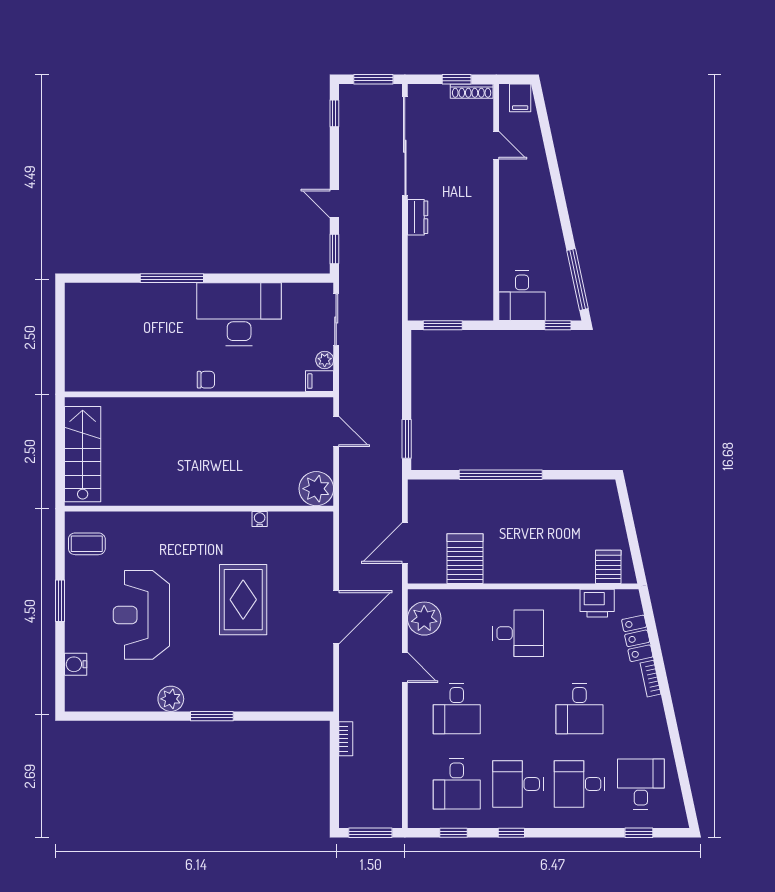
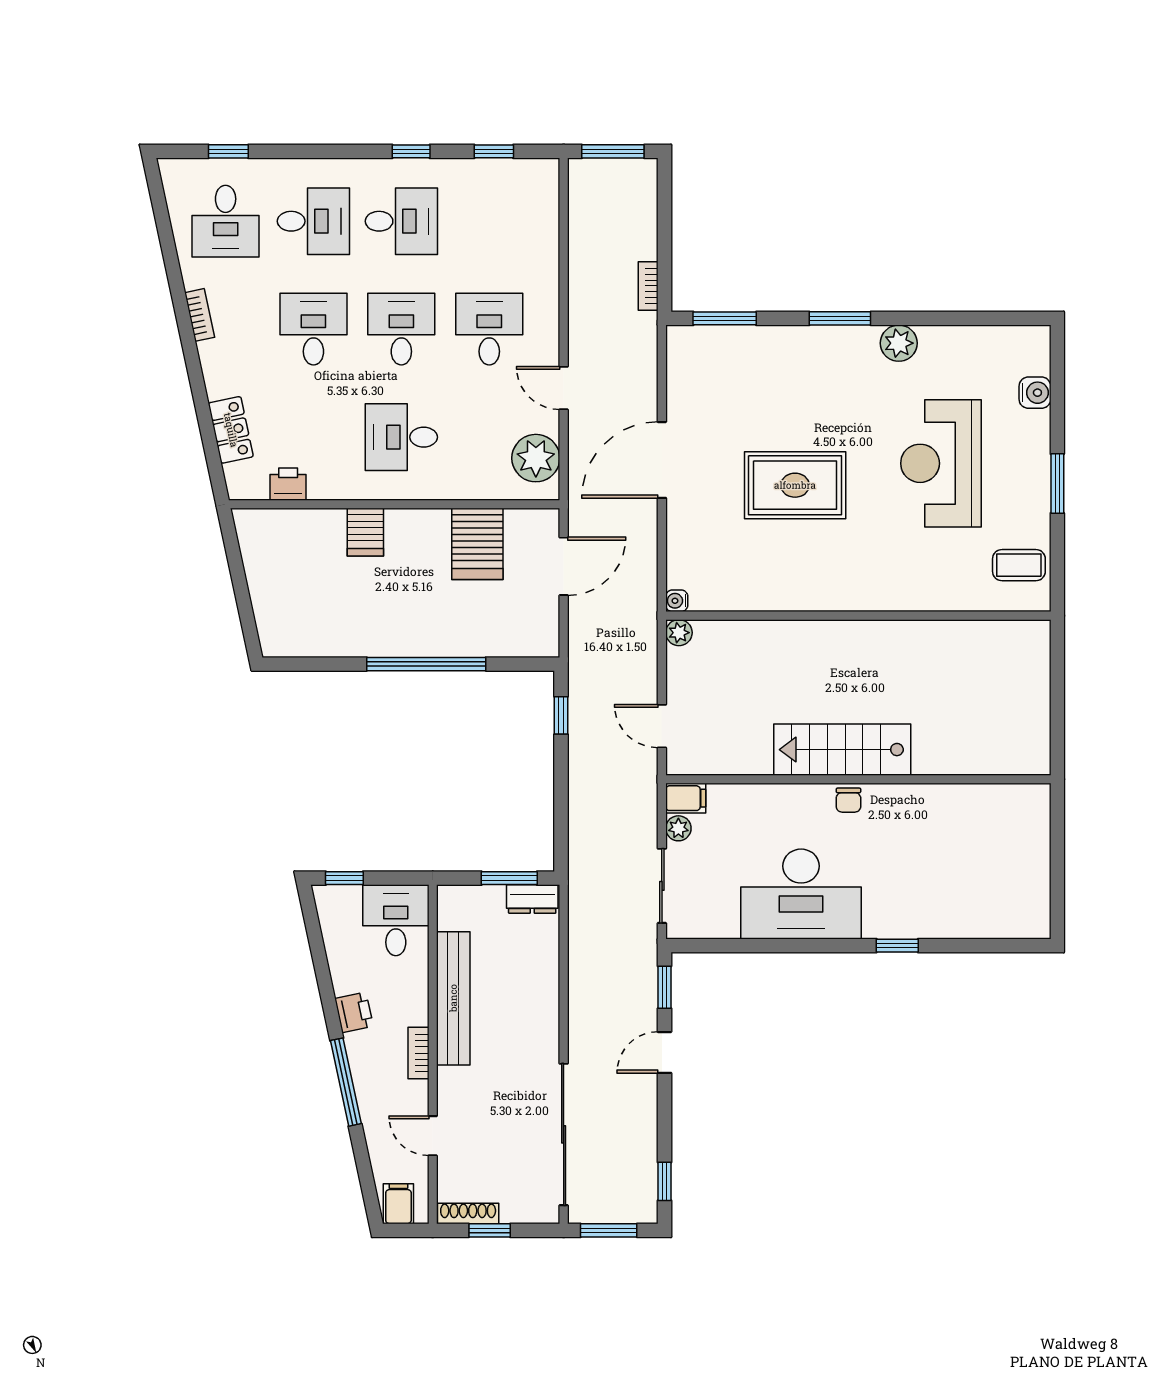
bookcase: (506, 203) -> (418, 1053), added
door: (334, 204) -> (664, 1052), swing flipped
dresser: (418, 217) -> (532, 899), moved, turned -90
printer: (551, 232) -> (354, 1012), added
bench: (482, 241) -> (453, 998), added
window: (172, 278) -> (897, 946), width x0.46
window: (577, 279) -> (346, 1082), moved
chair: (206, 380) -> (848, 800), turned -90
window: (407, 439) -> (561, 715), width x0.67
stairs: (83, 454) -> (842, 750), moved, turned 90
plant: (316, 489) -> (679, 633), width x0.53, depth x0.53
water cooler: (260, 519) -> (677, 601), moved, turned 90
server rack: (608, 567) -> (365, 532), moved
rug: (243, 600) -> (795, 485), turned 90
printer: (597, 603) -> (288, 484), width x0.73, depth x0.81
reception desk: (141, 615) -> (941, 463), turned 180
bookcase: (651, 679) -> (200, 315), moved
window: (292, 716) -> (725, 318), added
desk: (457, 784) -> (401, 329), moved

